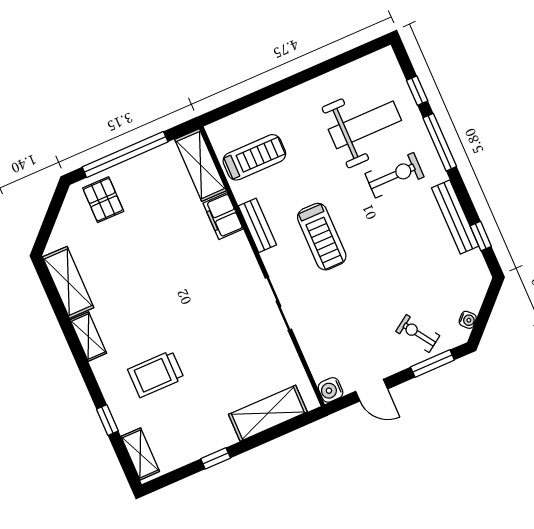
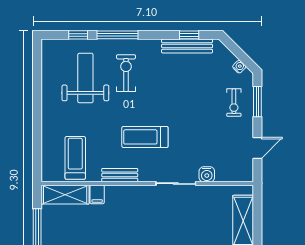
filing cabinet: (223, 216) -> (97, 194), width x0.50
bench: (455, 217) -> (187, 46), moved
treadmill: (322, 237) -> (145, 137), turned 180
exercise bike: (418, 333) -> (234, 103), turned -56
water cooler: (331, 390) -> (207, 174), moved

